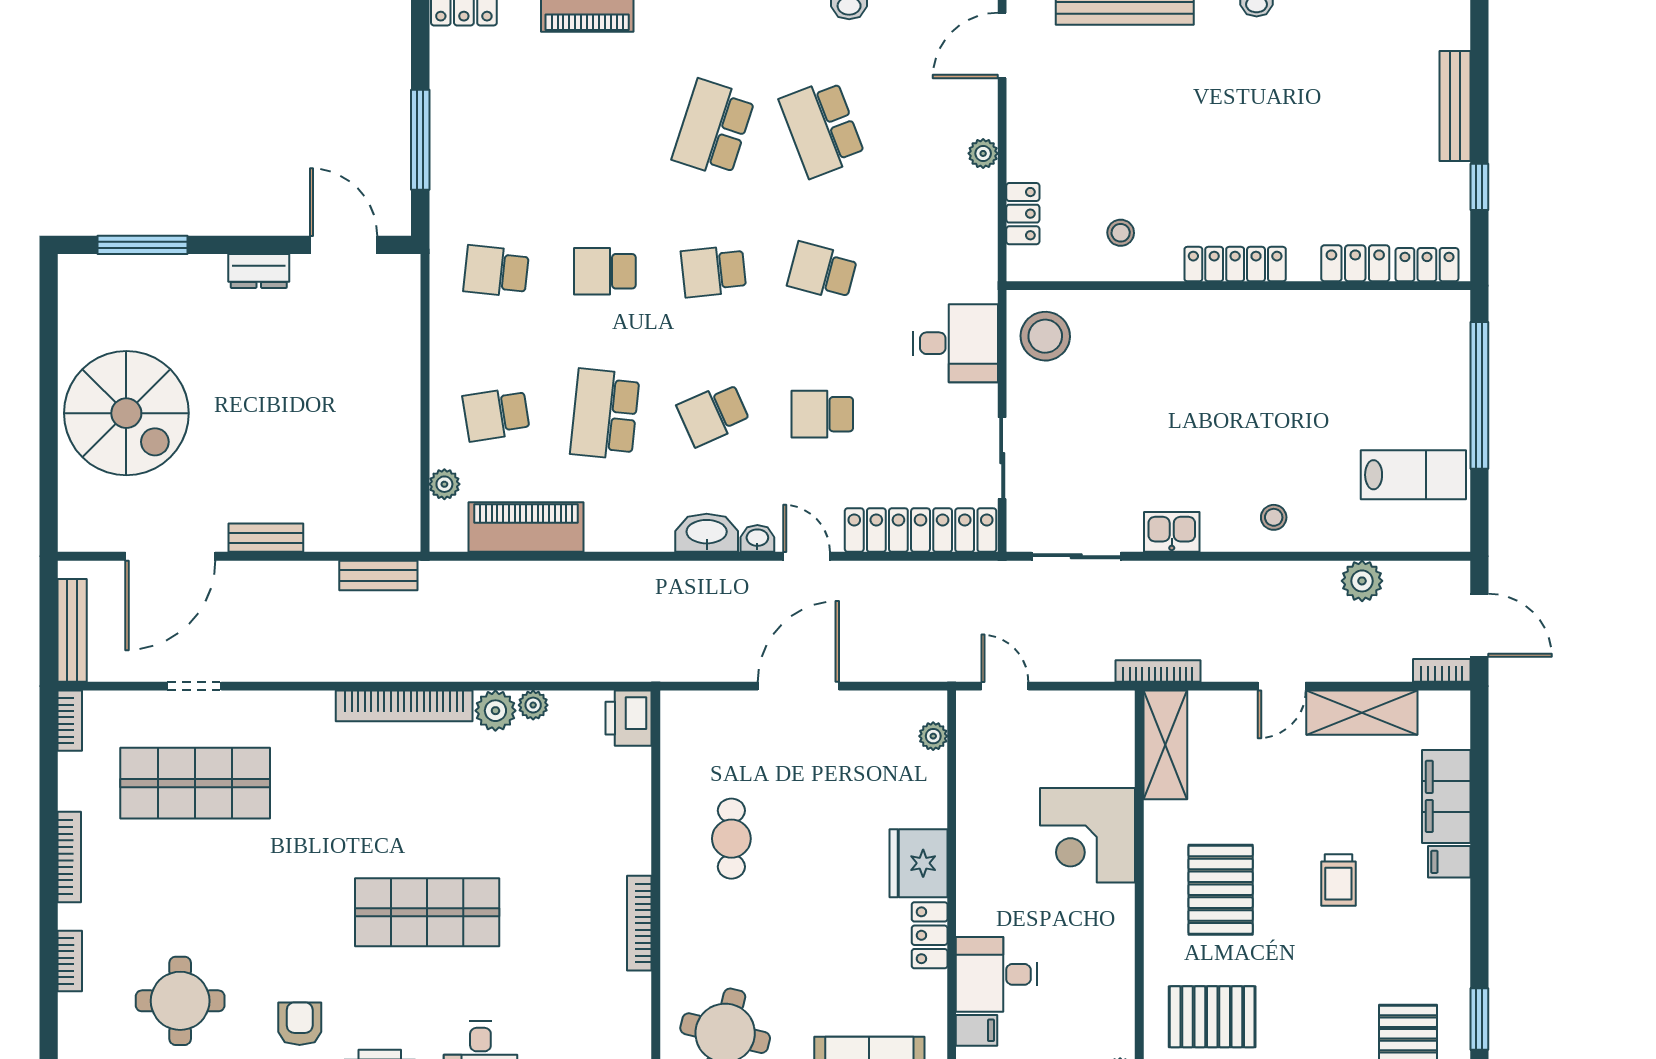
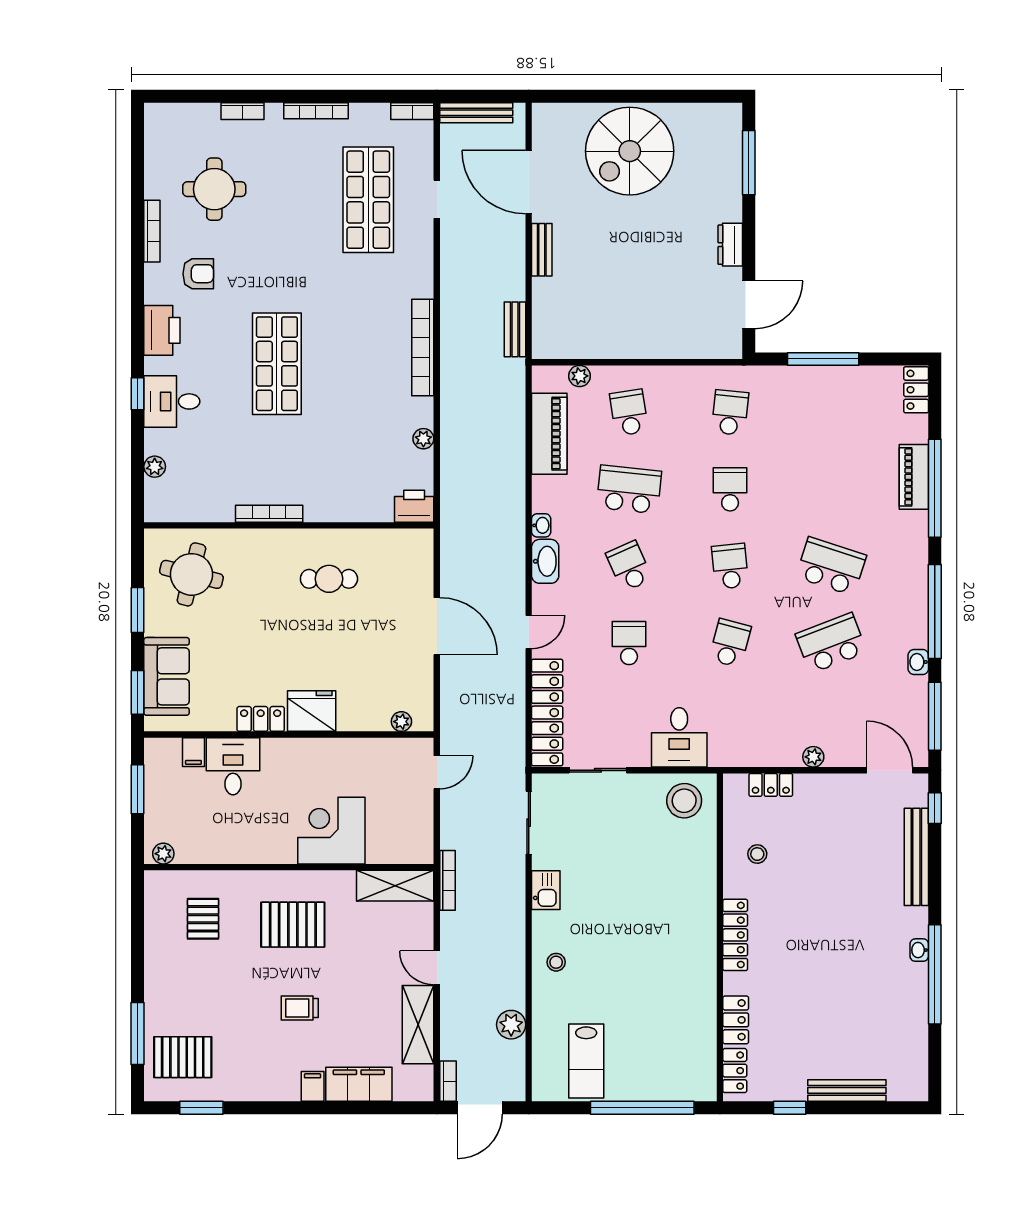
washbasin: (757, 538) -> (541, 525), moved
plant: (495, 711) -> (419, 412), removed
pallet: (1212, 1017) -> (203, 919), width x0.67, depth x0.71

